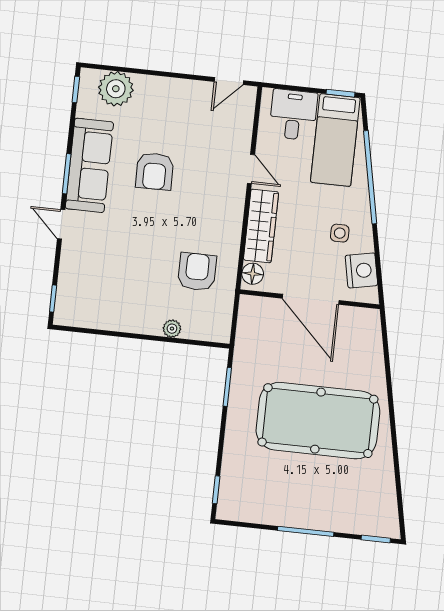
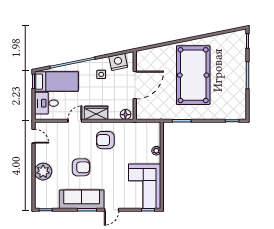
plant: (116, 89) -> (43, 172), moved
wardrobe: (261, 226) -> (96, 113), width x0.67
armchair: (197, 272) -> (105, 140), moved
corner sofa: (102, 297) -> (145, 186), added

